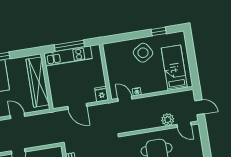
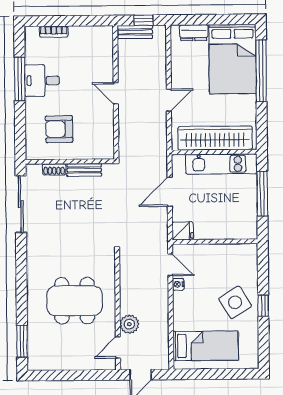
window: (159, 31) -> (263, 306), moved
kitchen unit: (68, 56) -> (221, 164), moved, turned -90
door: (125, 99) -> (170, 265), hinge flipped

